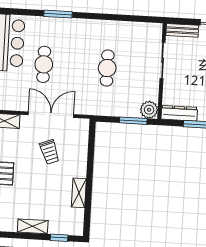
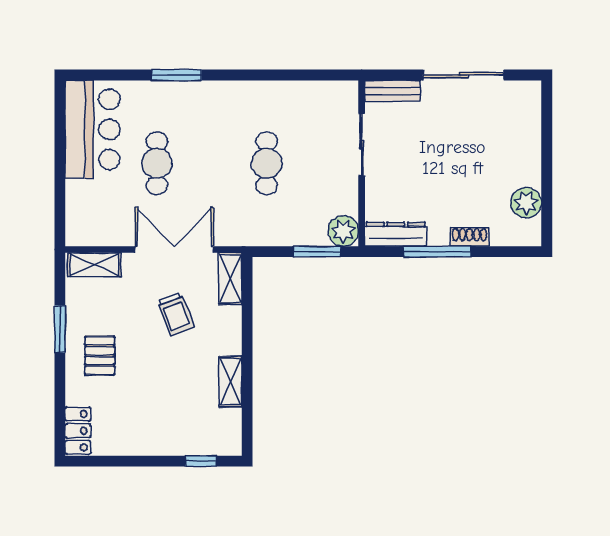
shelving: (33, 226) -> (230, 279), moved, turned 90

